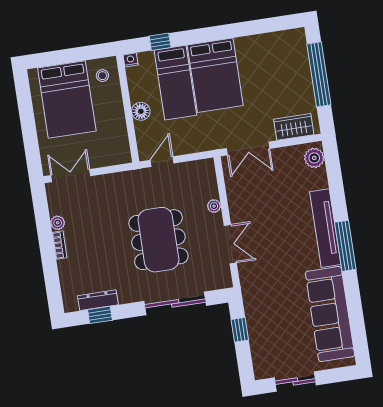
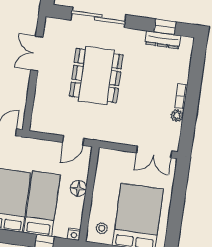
plant: (214, 206) -> (41, 90), removed

